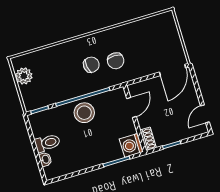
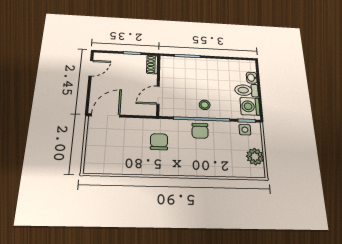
chair: (91, 65) -> (200, 131), moved, turned -81
side table: (39, 100) -> (245, 130), added
stool: (84, 113) -> (205, 105), width x0.53, depth x0.53
washing machine: (131, 145) -> (250, 106), moved, turned 180

